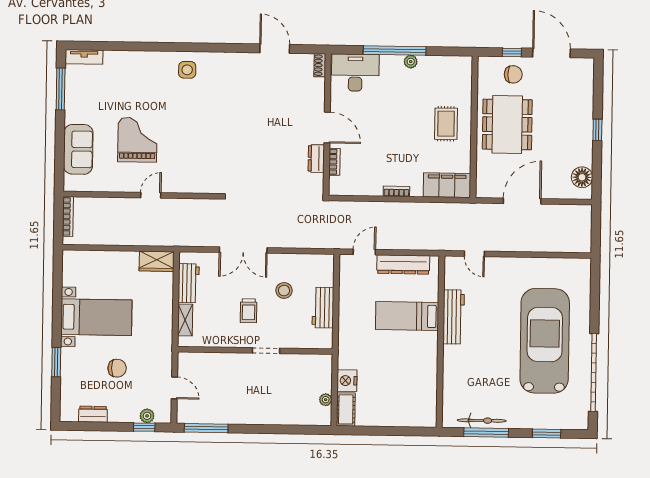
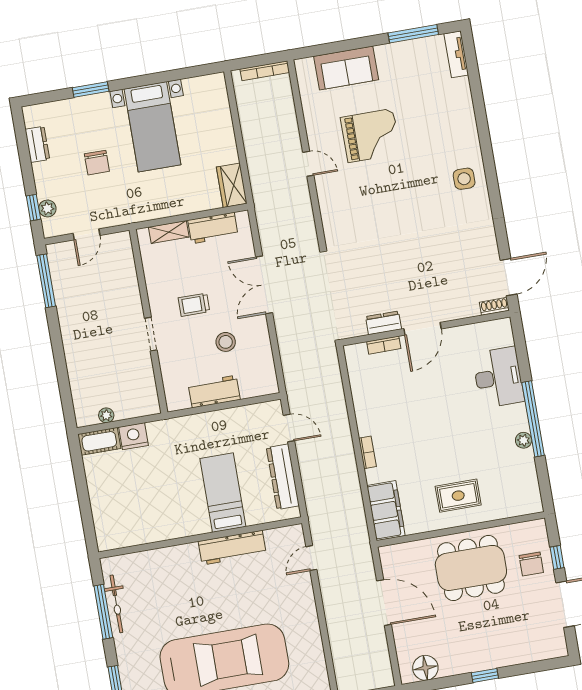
shoe rack: (320, 65) -> (494, 306), moved
wall: (327, 125) -> (426, 328), moved
door: (327, 128) -> (422, 329), moved
dresser: (316, 159) -> (384, 323), moved
bookcase: (334, 162) -> (384, 345), moved

